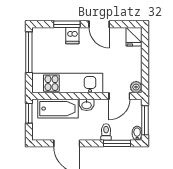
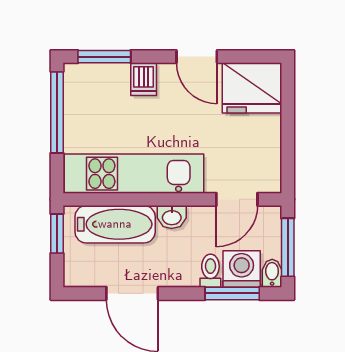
window: (67, 24) -> (104, 57), moved
fridge: (134, 37) -> (252, 88), width x1.88, depth x1.34
plant: (136, 87) -> (270, 182), removed
washing machine: (122, 131) -> (242, 269), added

